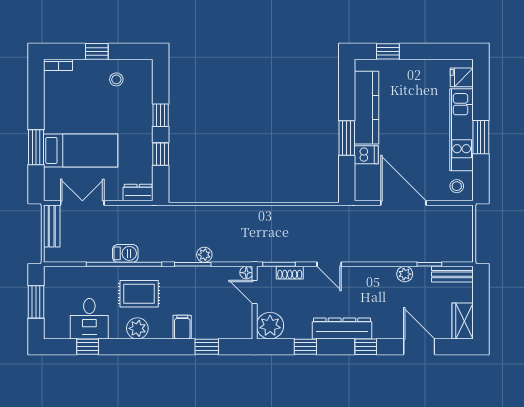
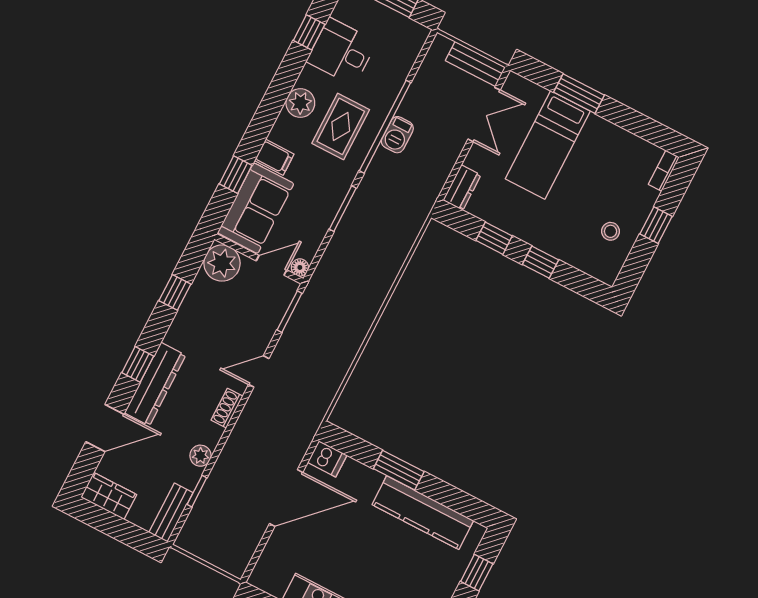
dishwasher: (366, 155) -> (327, 459), moved, turned -90
stool: (457, 186) -> (273, 572), removed
plant: (204, 255) -> (347, 228), removed
shoe rack: (290, 273) -> (227, 408), moved
sofa: (222, 322) -> (256, 208), added
dresser: (342, 328) -> (155, 384), moved

